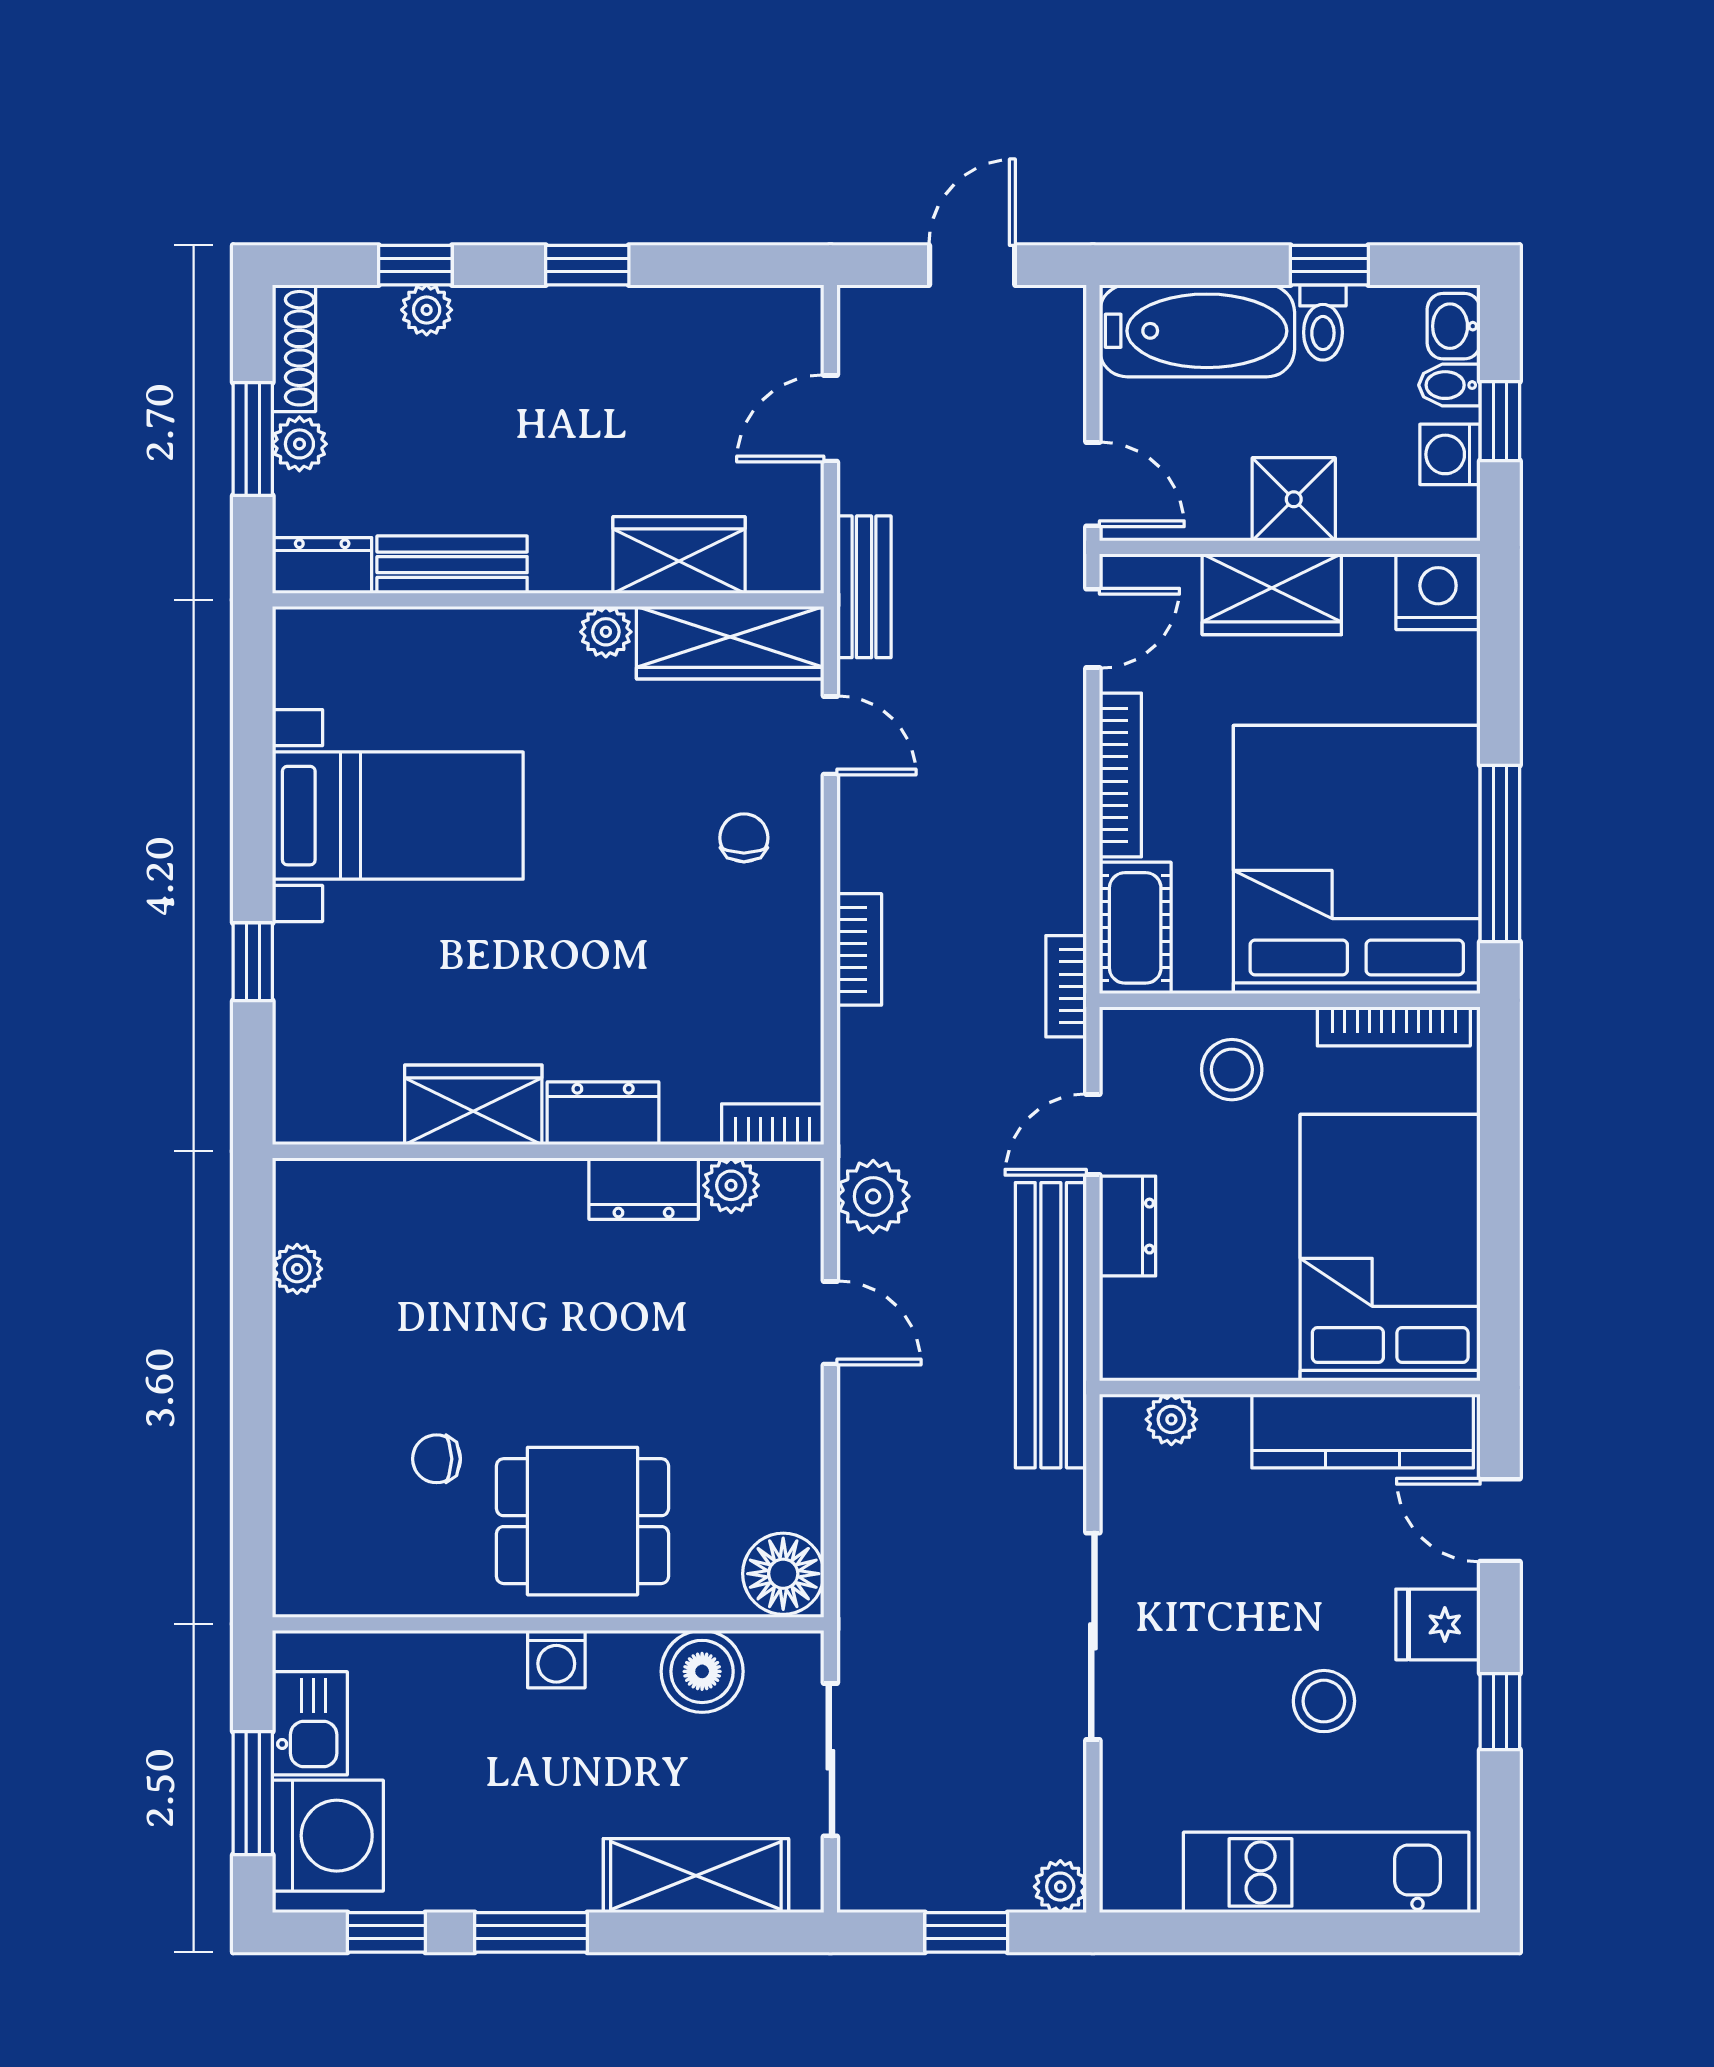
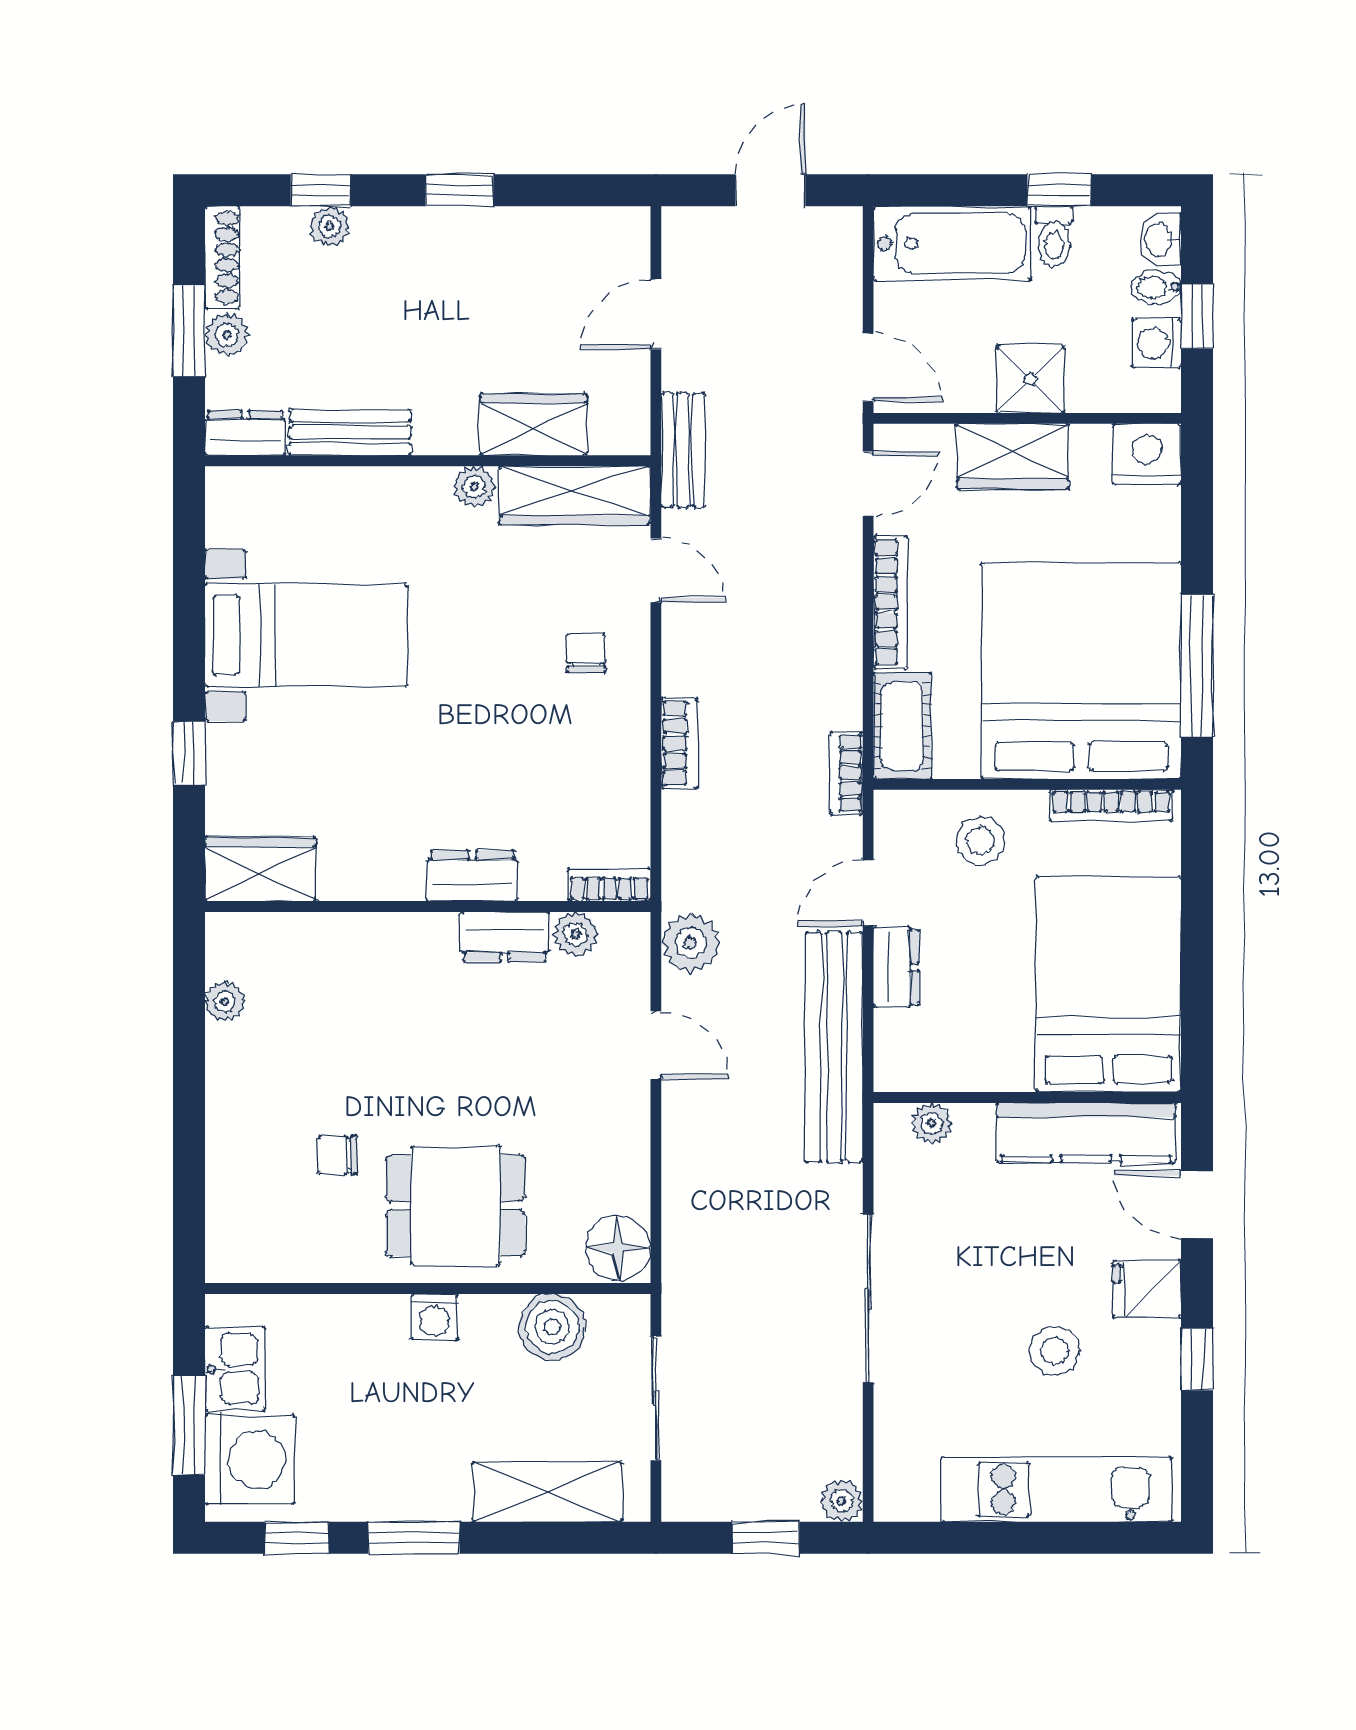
wardrobe: (473, 1105) -> (260, 869), moved

